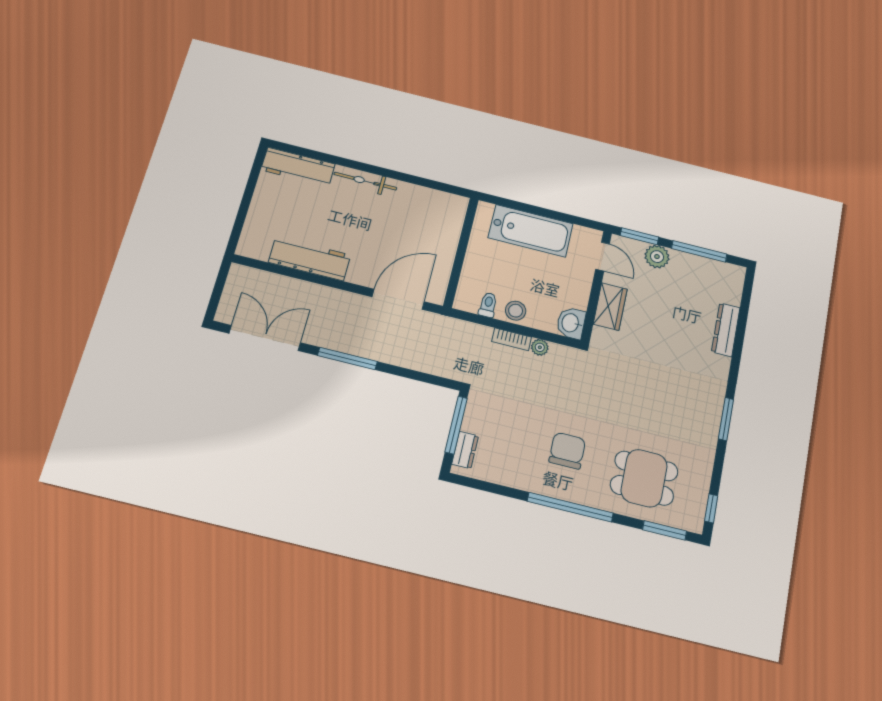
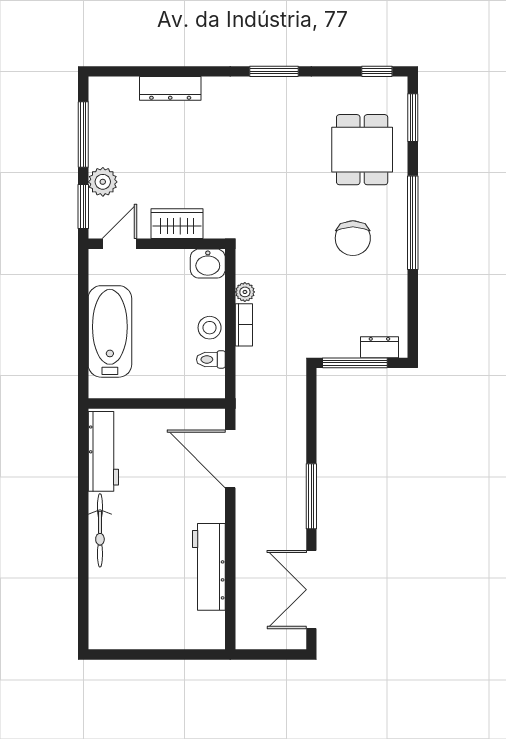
workbench: (298, 167) -> (103, 451), moved
chair: (567, 451) -> (353, 238), turned -90

